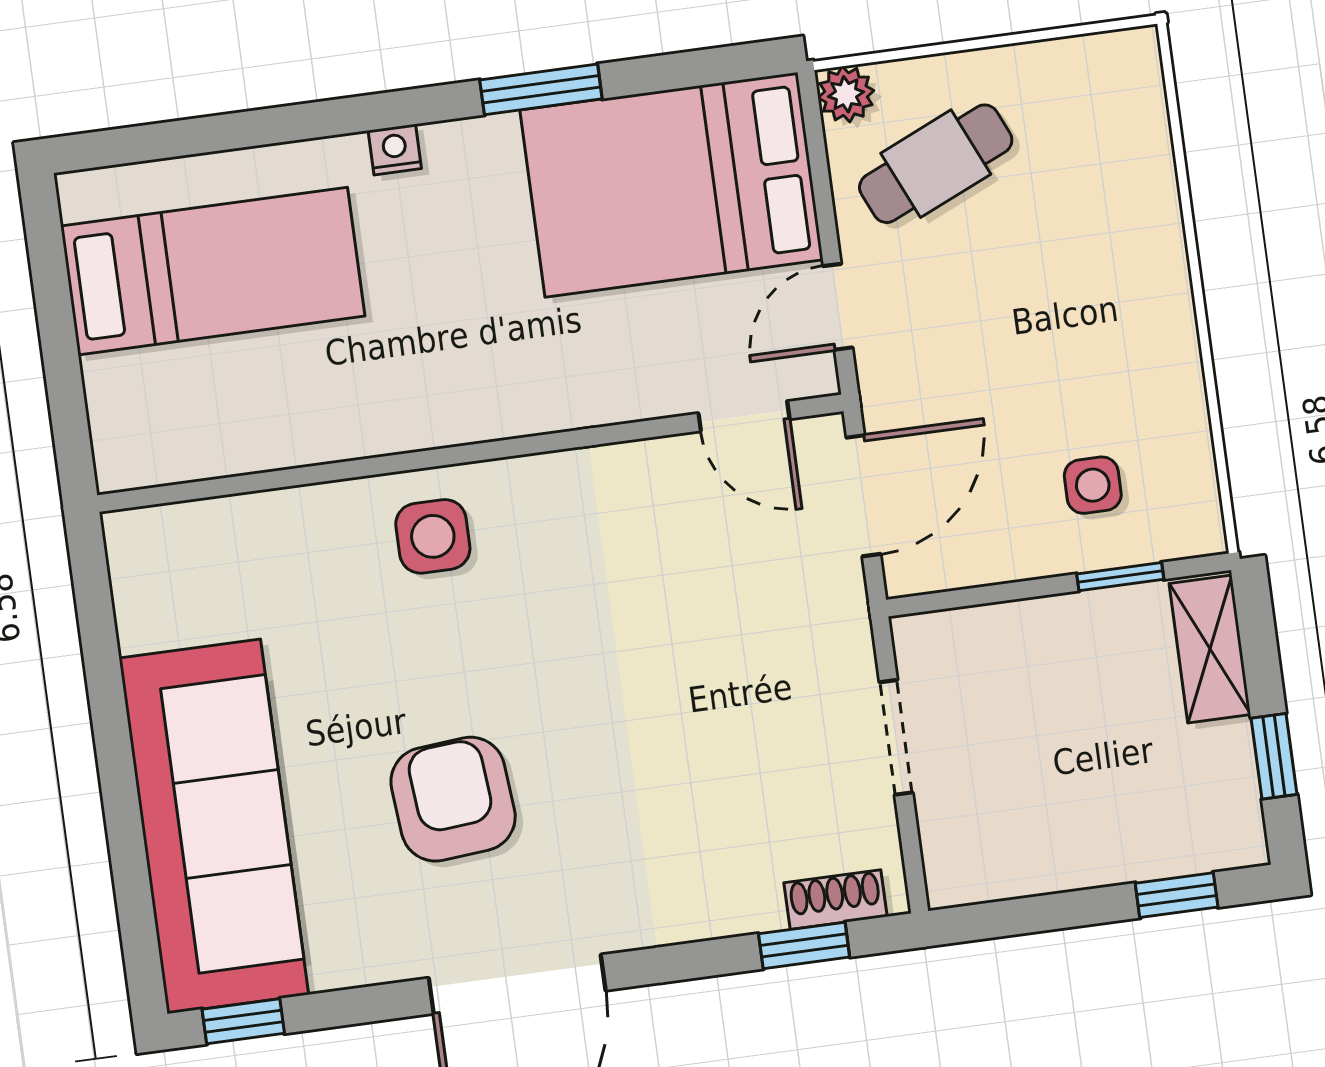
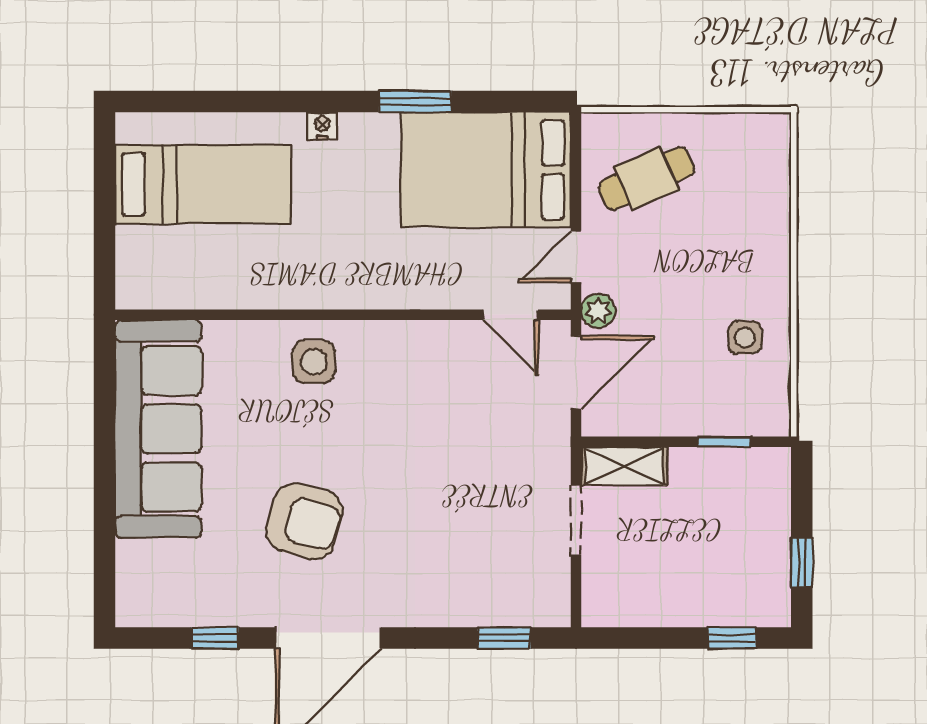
plant: (846, 94) -> (598, 311), moved
side table: (1093, 485) -> (745, 338), moved
shelving: (1210, 649) -> (624, 466), moved, turned 90
armchair: (453, 799) -> (304, 521), turned 110
sofa: (214, 826) -> (158, 429), moved
shoe rack: (835, 900) -> (526, 613), removed
window: (243, 1021) -> (215, 638), moved

